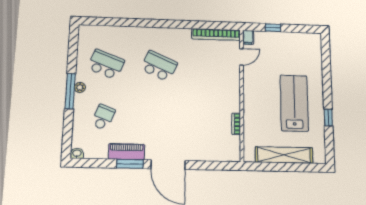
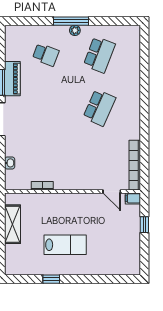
lab bench: (294, 103) -> (65, 245), width x0.73, depth x0.72
washbasin: (77, 153) -> (10, 163), moved
shelving: (284, 155) -> (12, 224), width x0.68

